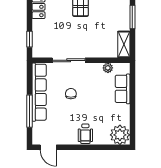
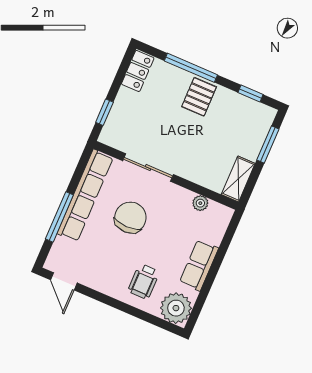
row of seats: (123, 89) -> (199, 265), moved
chair: (71, 94) -> (130, 218), width x1.87, depth x1.87
wheelchair: (85, 134) -> (144, 281), moved

